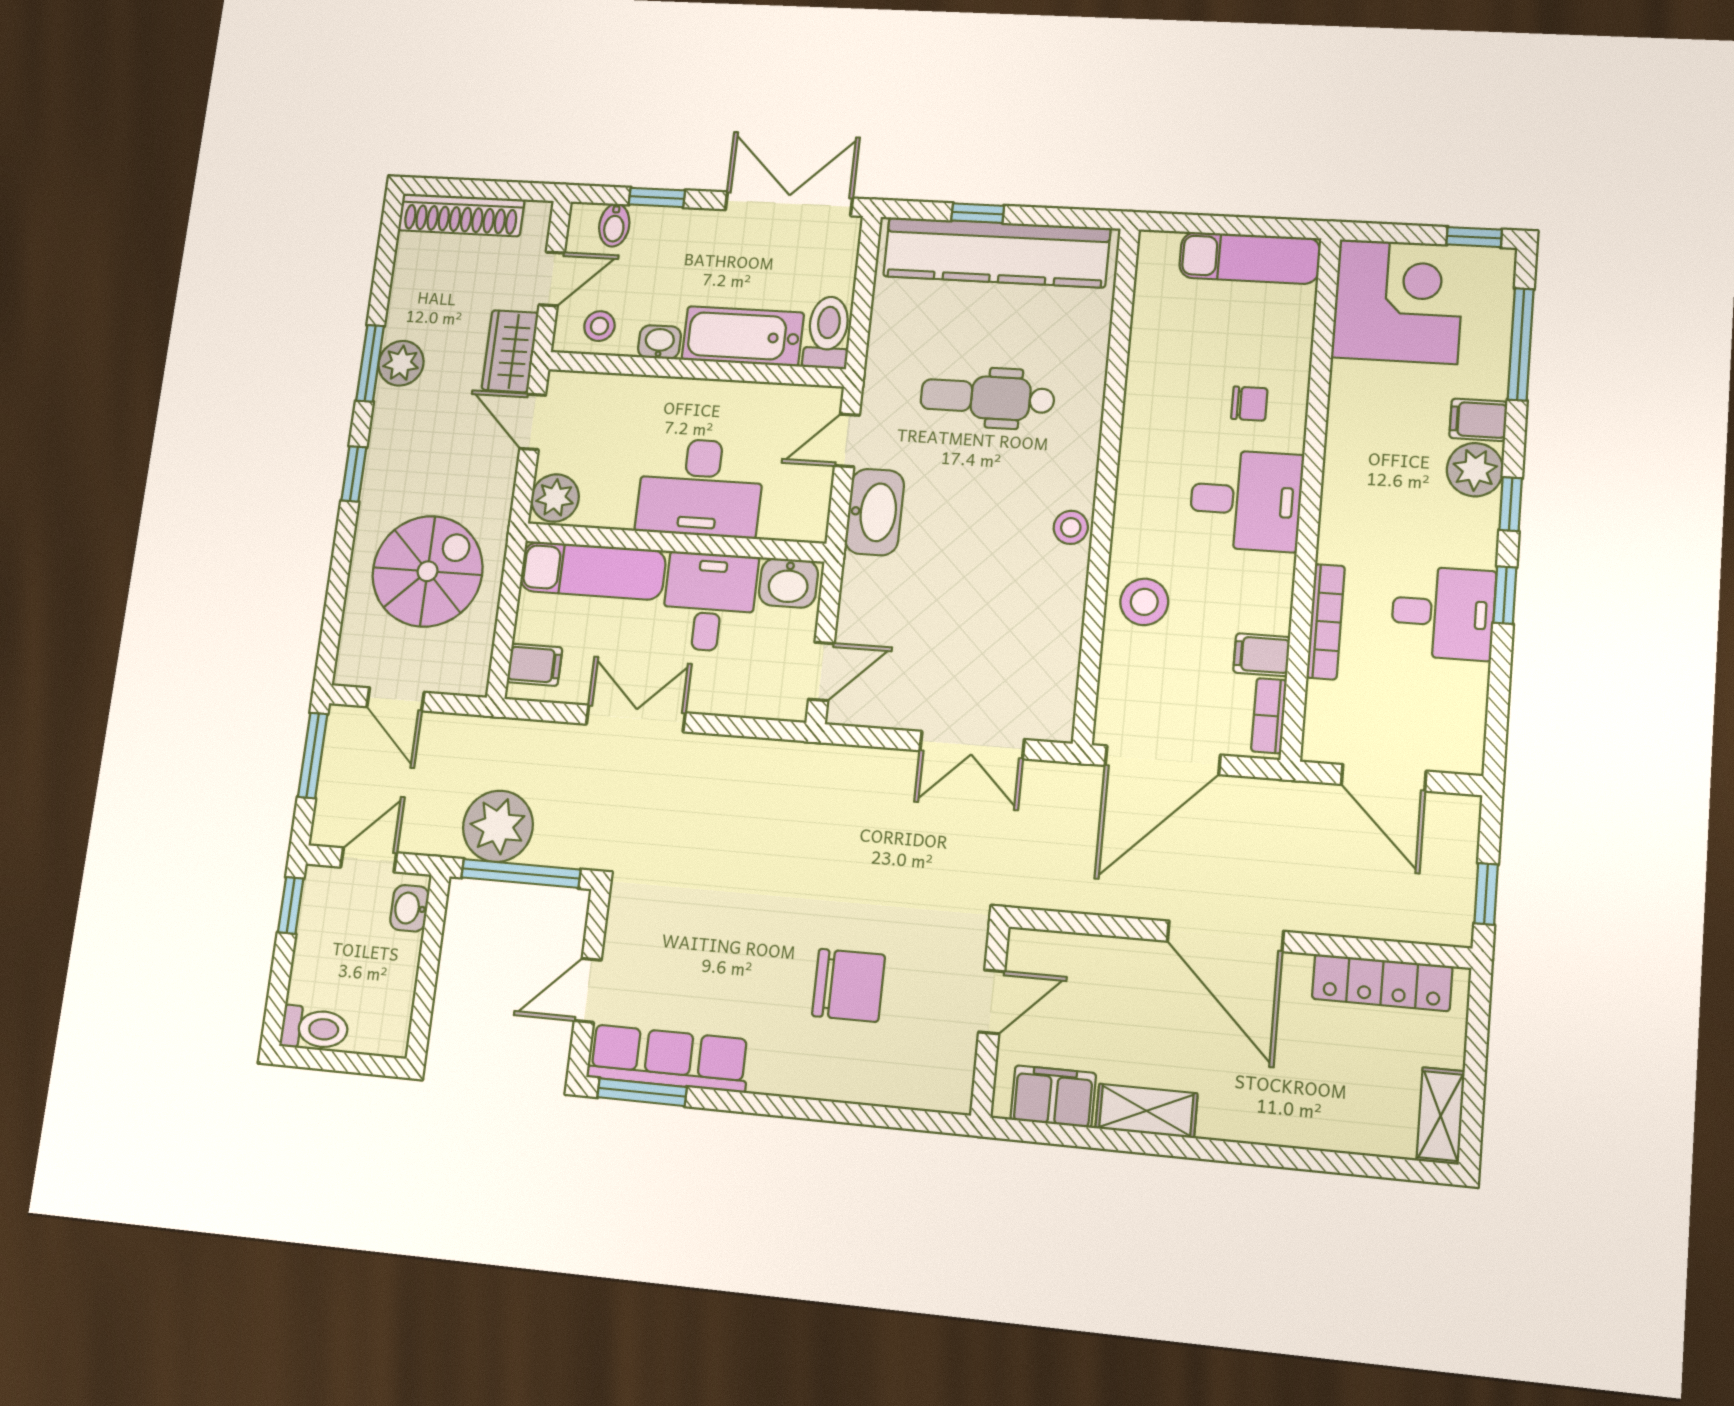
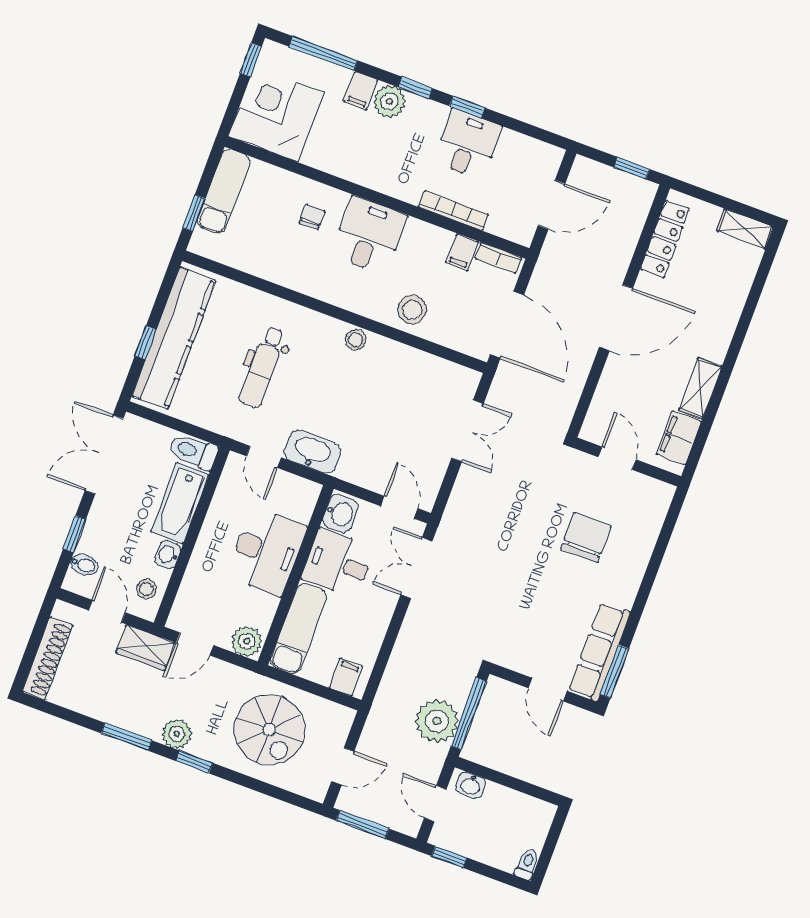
window: (1202, 224) -> (194, 213), added
plant: (401, 363) -> (177, 734), moved
spiral stairs: (428, 571) -> (269, 730), turned 180
double door: (636, 718) -> (417, 568), moved
toilet: (315, 1028) -> (527, 864), width x0.73, depth x0.72

